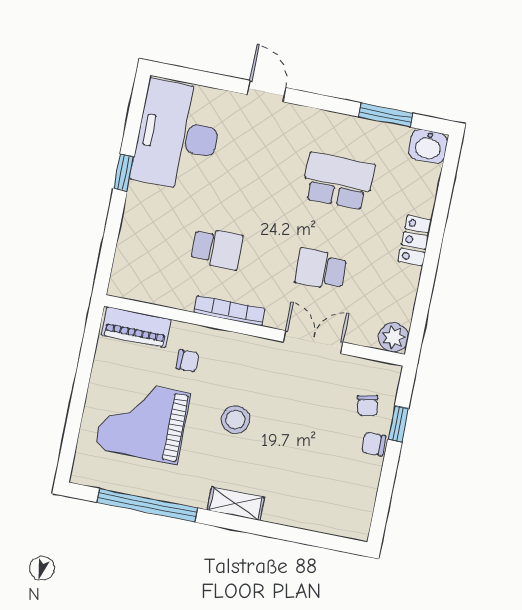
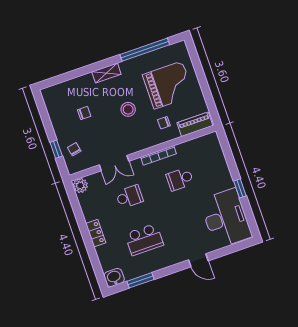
chair: (374, 444) -> (84, 113), moved

